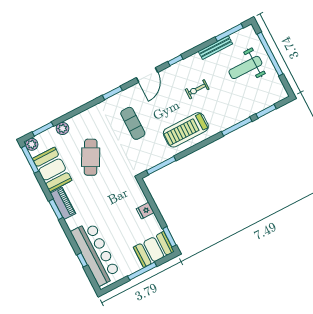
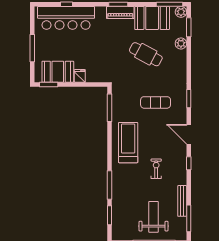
booth: (154, 249) -> (58, 72), moved, turned 90

